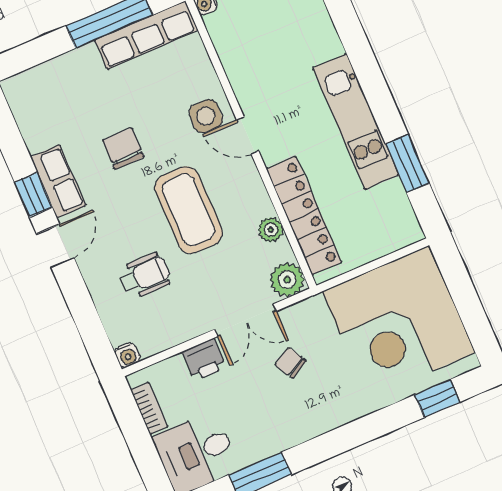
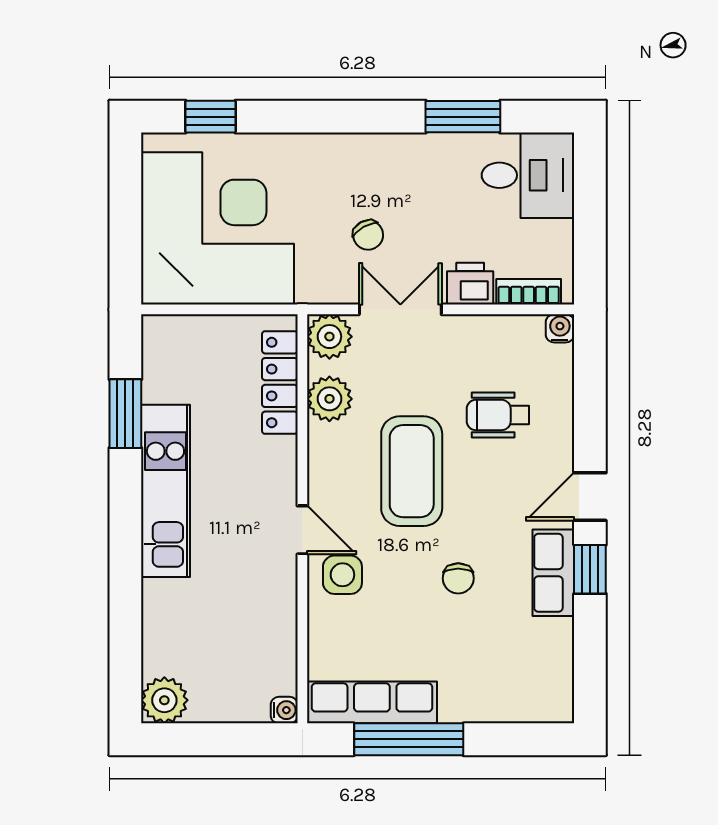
chair: (123, 149) -> (458, 578), width x0.73, depth x0.73
locker: (304, 216) -> (280, 382), width x0.71, depth x0.83
plant: (271, 230) -> (329, 399), width x1.38, depth x1.38
bookcase: (149, 408) -> (529, 292), moved, turned 90

